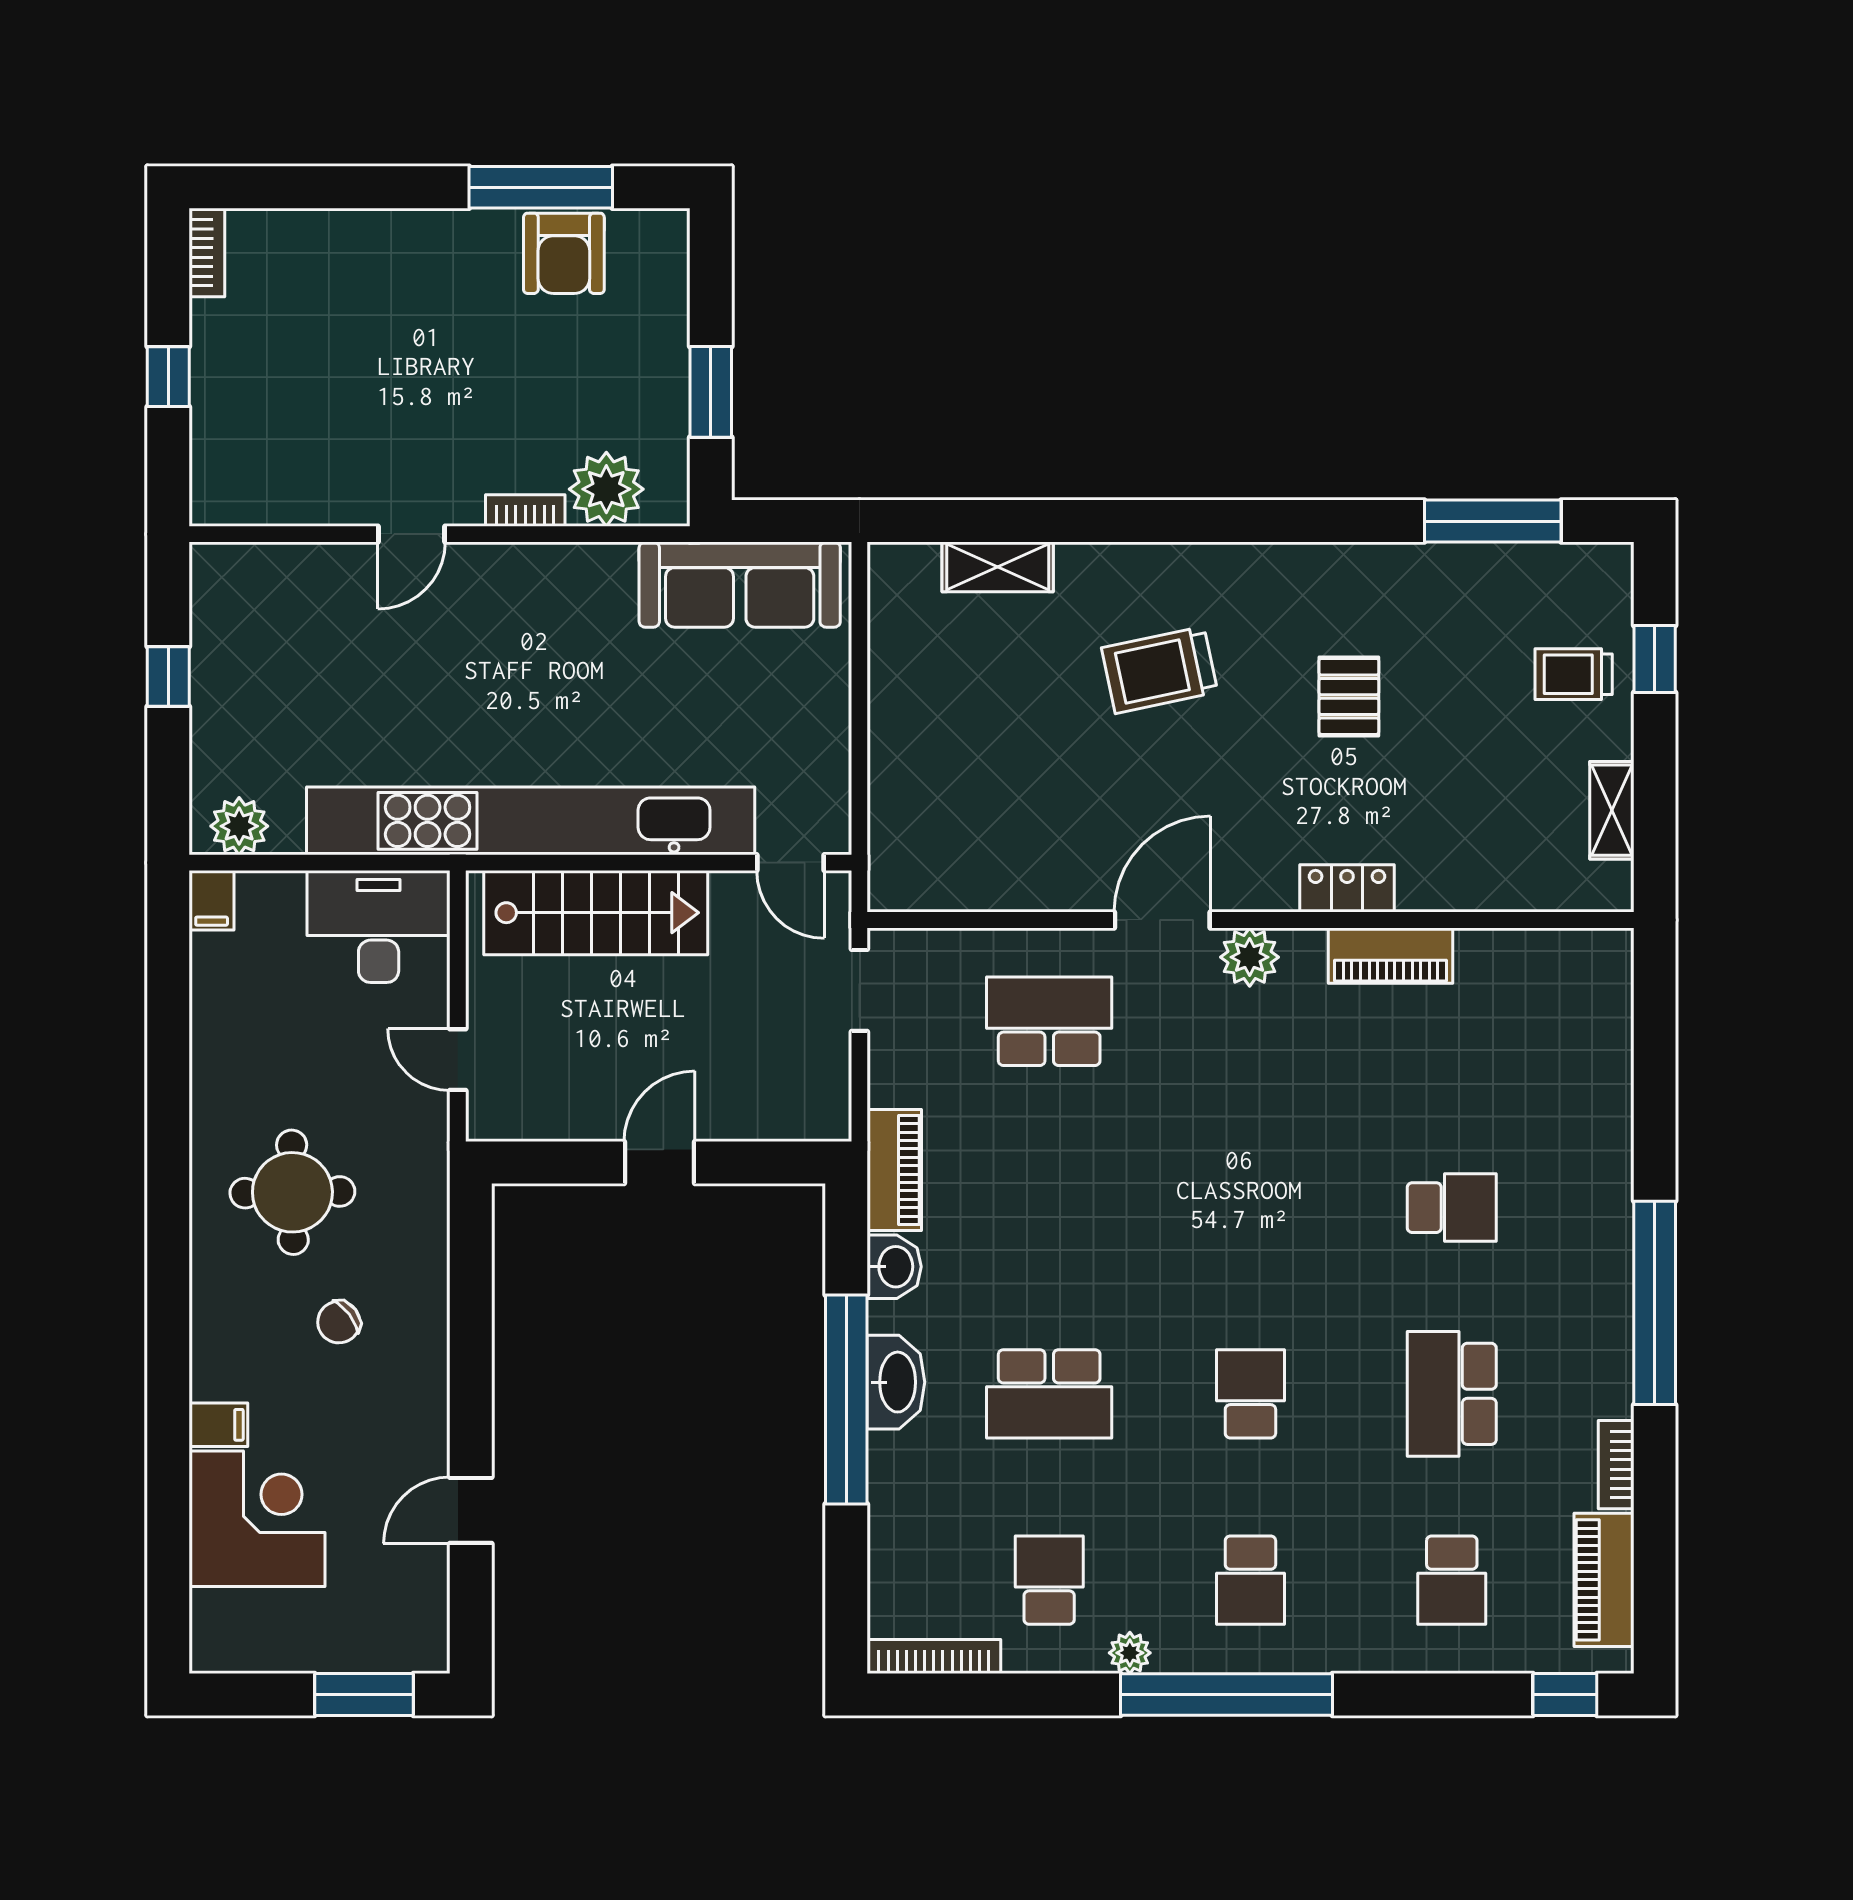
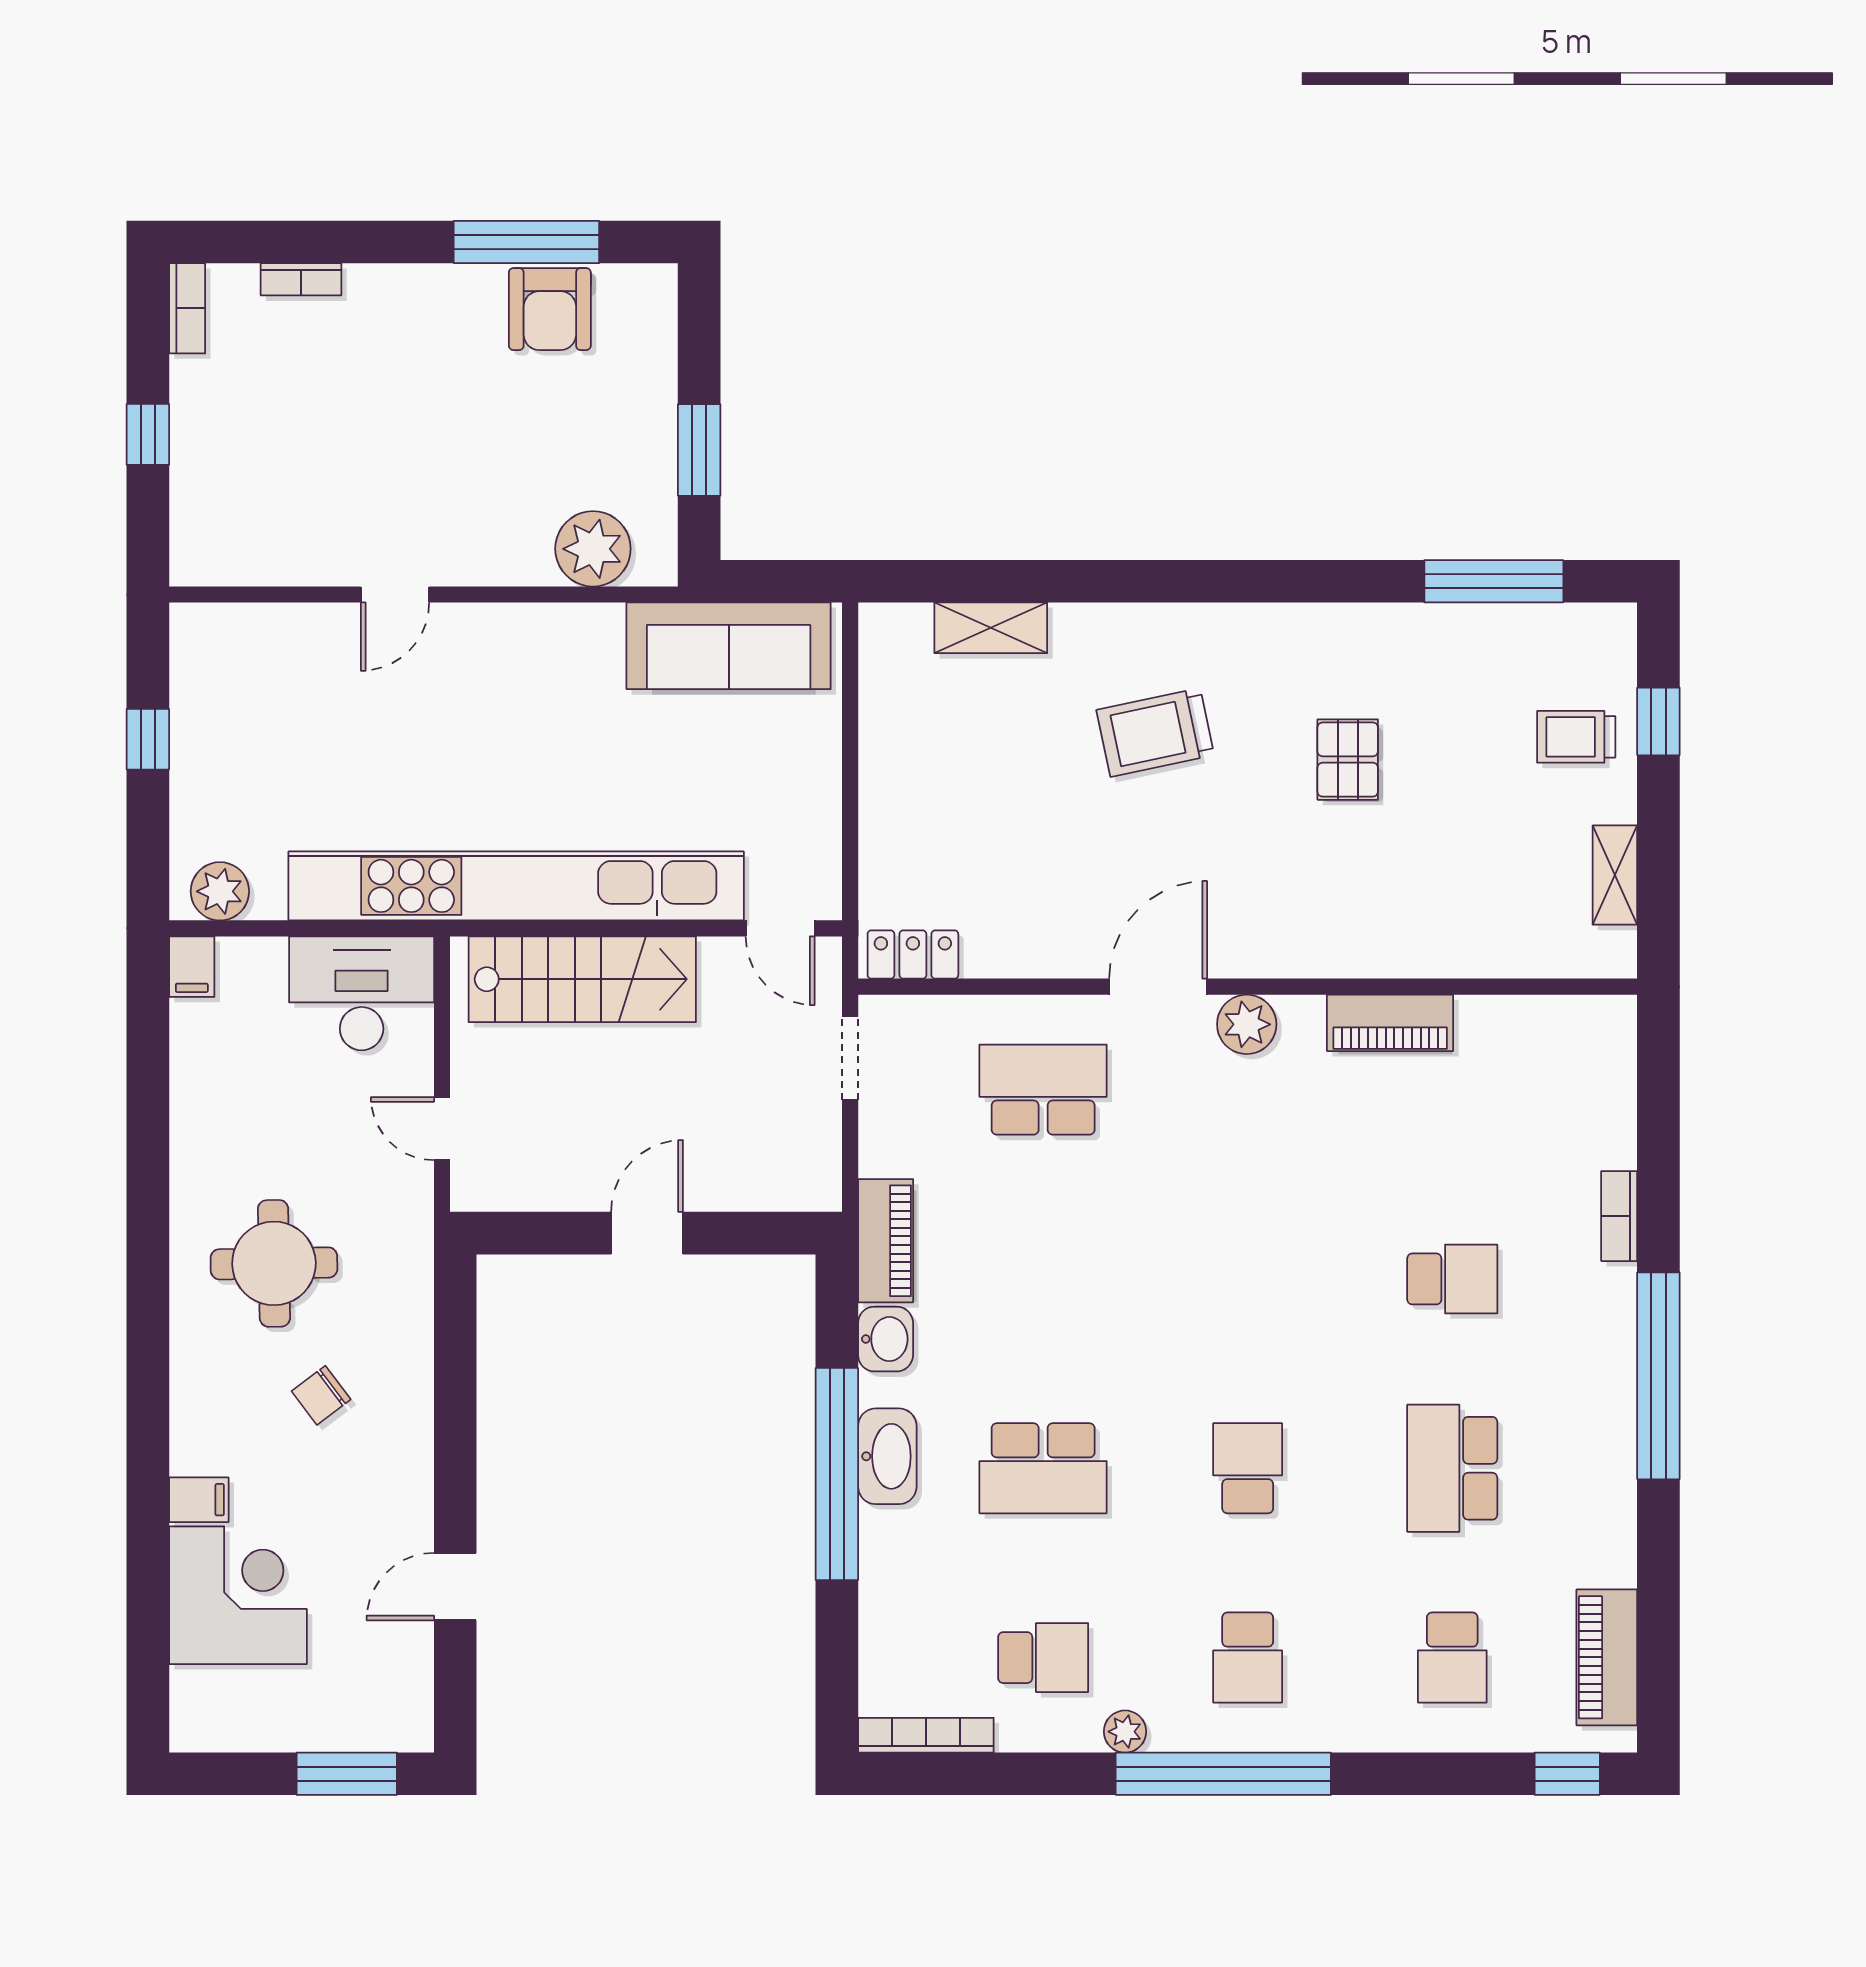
bookcase: (525, 510) -> (301, 279), moved, turned 180
locker: (1347, 888) -> (913, 955), moved
bookcase: (1616, 1465) -> (1619, 1216), moved
school desk: (1049, 1580) -> (1043, 1658), turned 90

